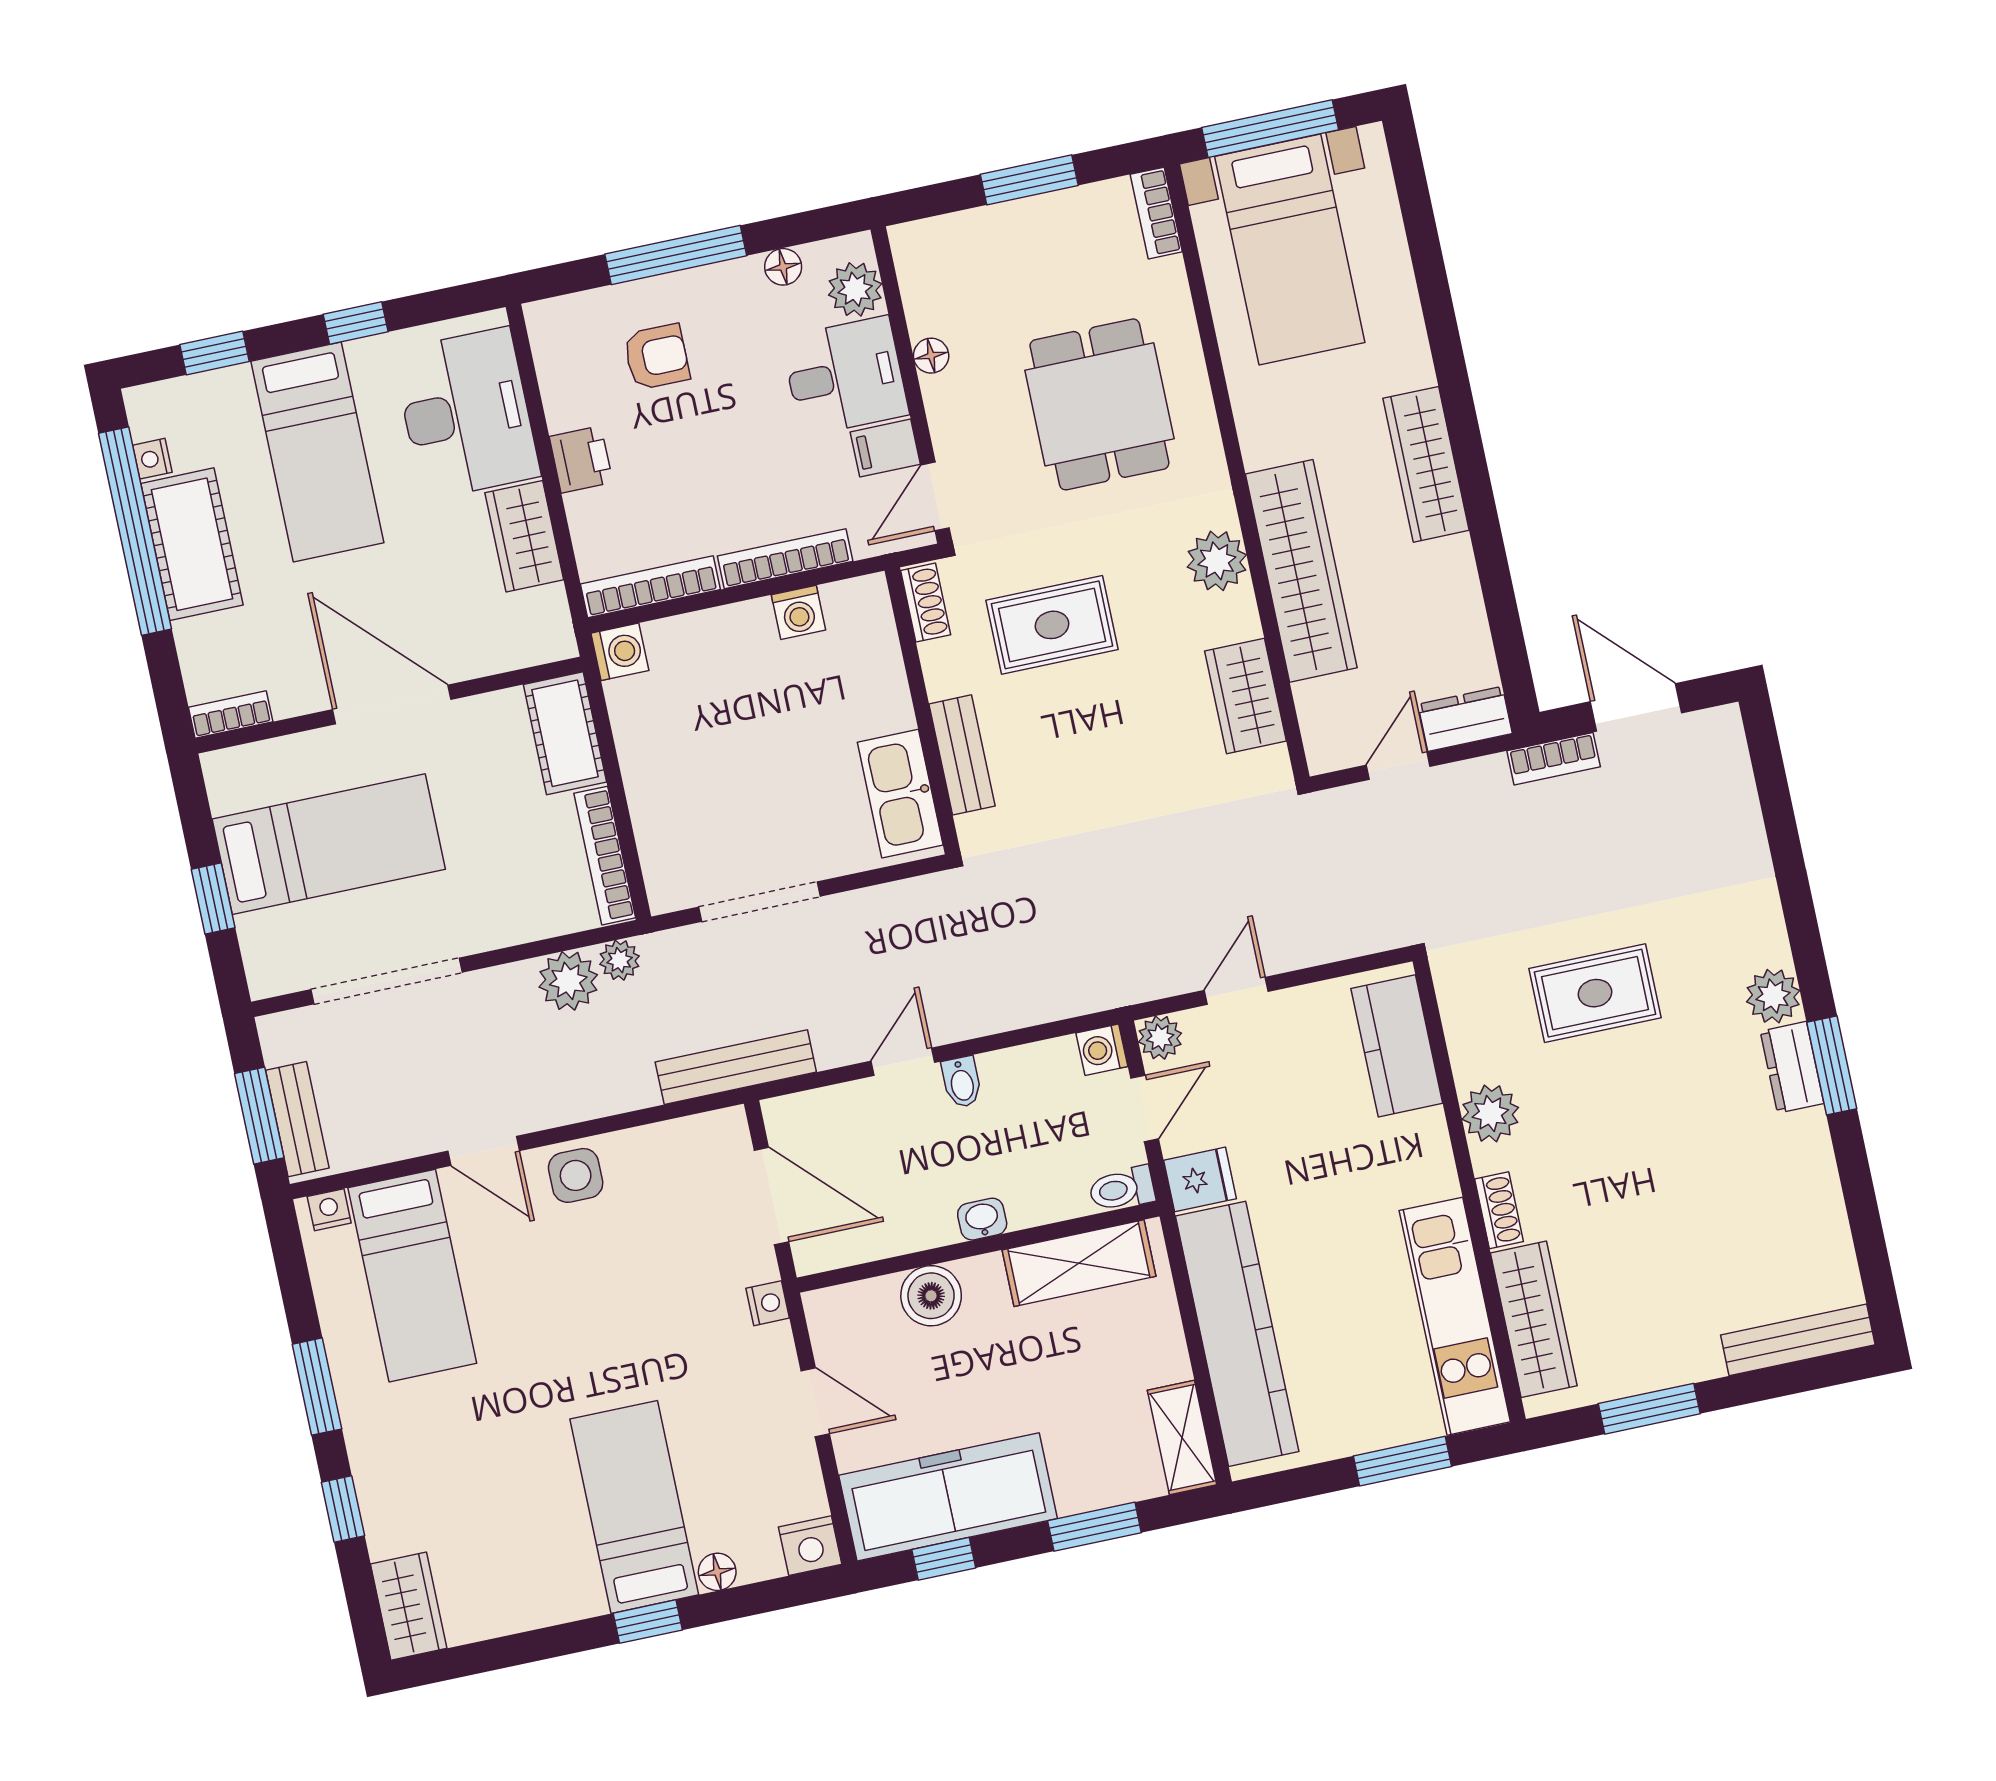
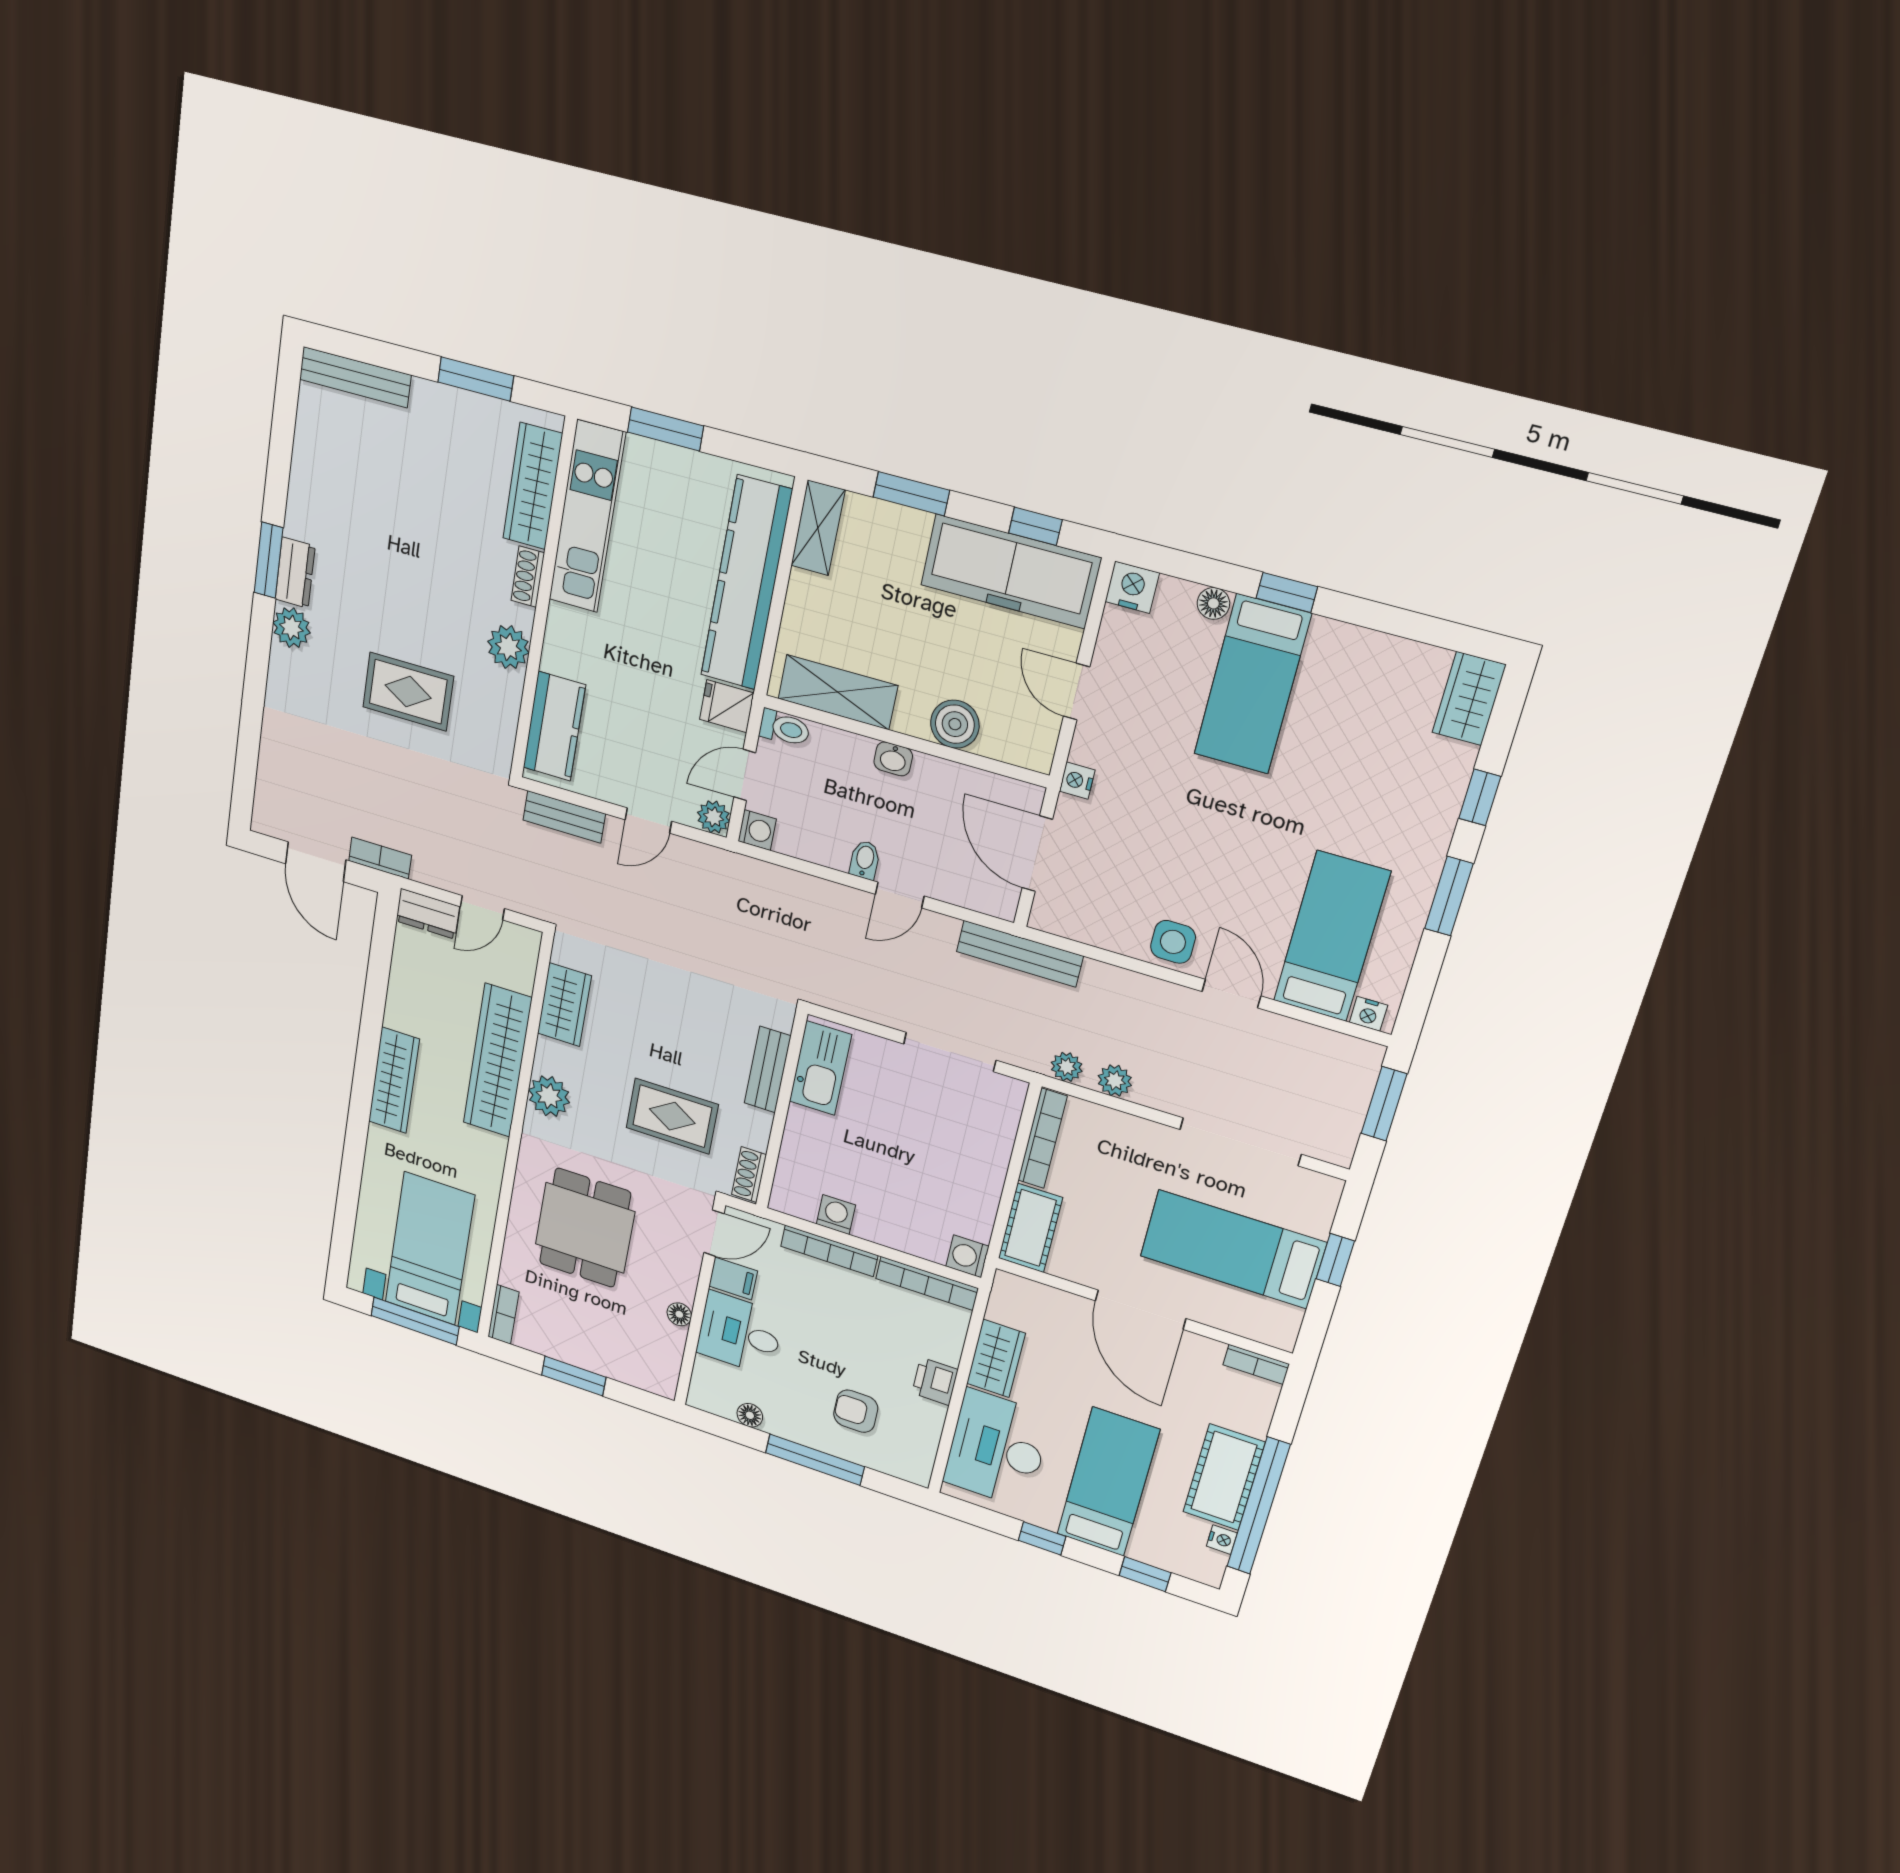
plant: (855, 289) -> (710, 1378), removed
plant: (568, 981) -> (1115, 1081), width x0.73, depth x0.73
bench: (297, 1119) -> (564, 817), moved, turned 90

